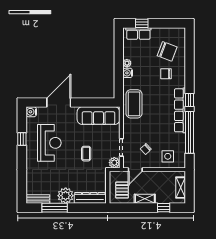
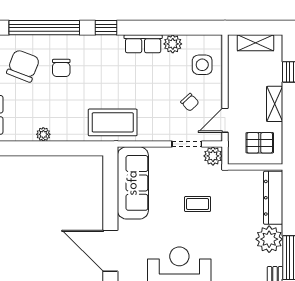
water cooler: (128, 73) -> (60, 133), removed
row of seats: (180, 110) -> (143, 44), width x0.50
window: (190, 132) -> (44, 28), moved
plant: (180, 139) -> (173, 44), added
door: (135, 170) -> (225, 120), swing flipped

